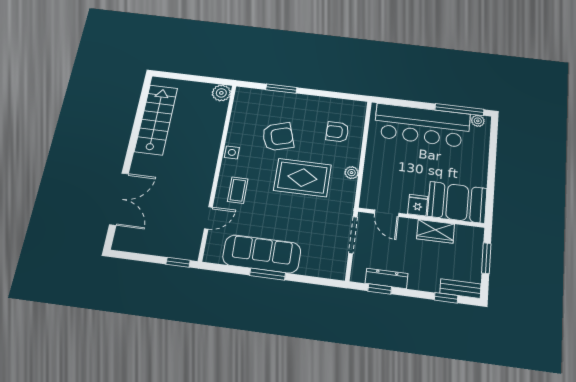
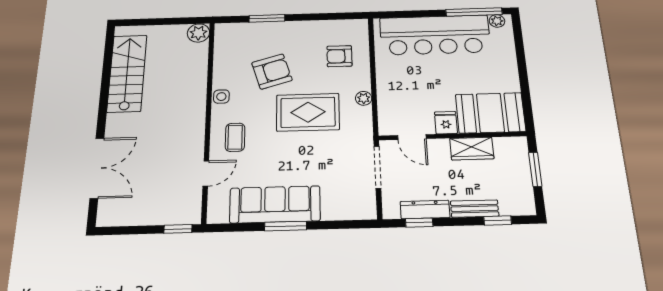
bench: (460, 289) -> (475, 209), moved

